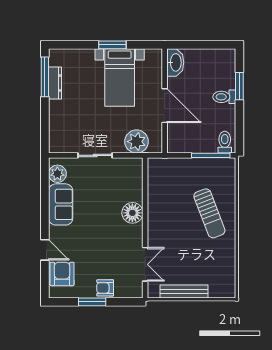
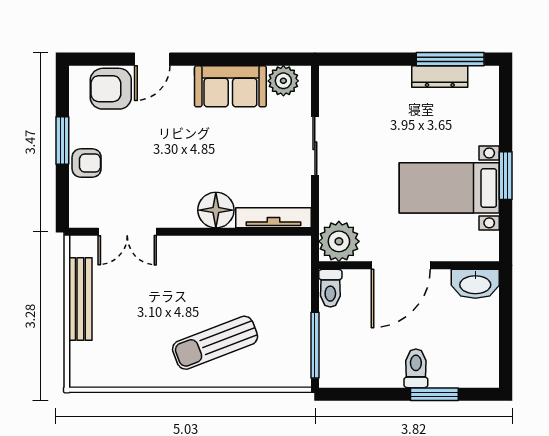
plant: (137, 142) -> (339, 241), moved
toilet: (225, 142) -> (330, 288), moved, turned 90
tv unit: (137, 179) -> (274, 218), added
armchair: (62, 274) -> (111, 89), turned 180
armchair: (105, 288) -> (87, 163), turned 90

